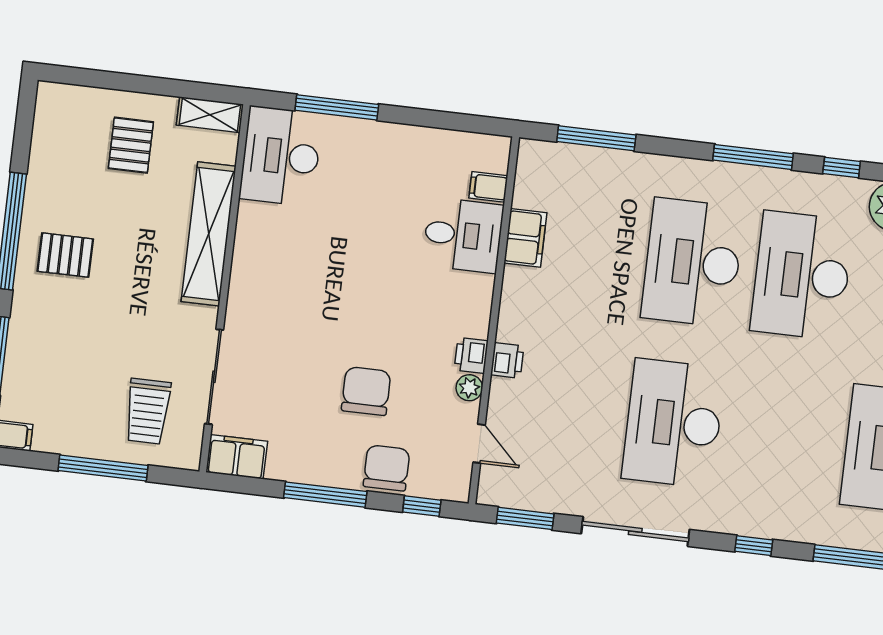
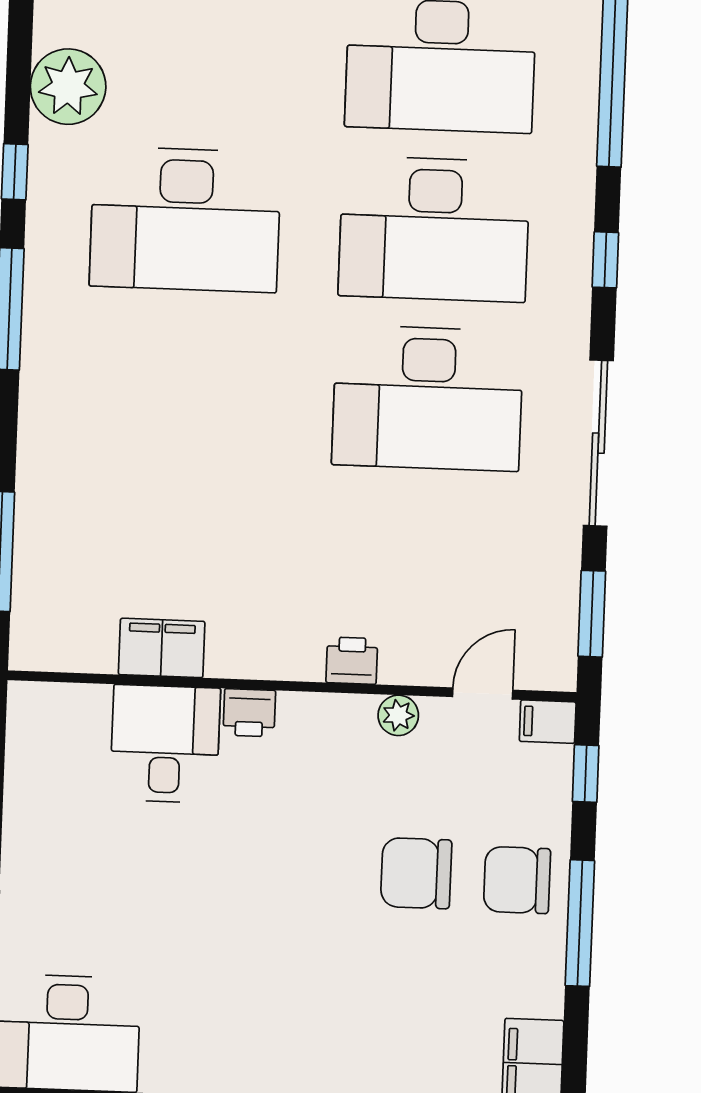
filing cabinet: (488, 187) -> (548, 722), moved, turned 90
desk: (693, 263) -> (434, 229), moved
printer: (471, 355) -> (249, 713), moved
chair: (387, 468) -> (517, 880), moved

